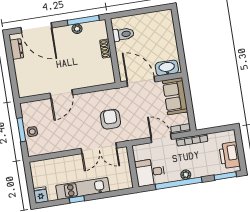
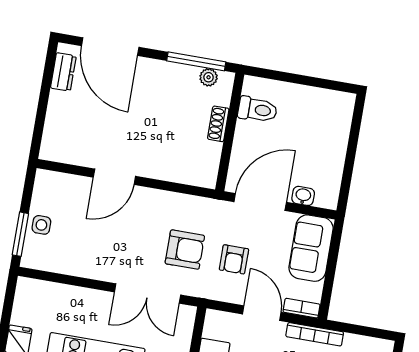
plant: (77, 29) -> (209, 77), moved
washbasin: (167, 68) -> (303, 196), width x0.52, depth x0.69
door: (141, 81) -> (260, 202), hinge flipped
armchair: (137, 116) -> (234, 259), added
armchair: (110, 119) -> (185, 250), turned 90
window: (21, 130) -> (20, 234), moved

